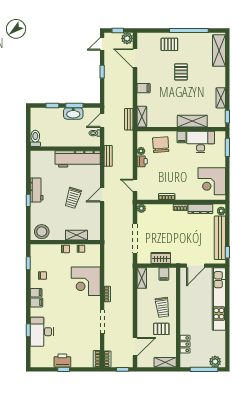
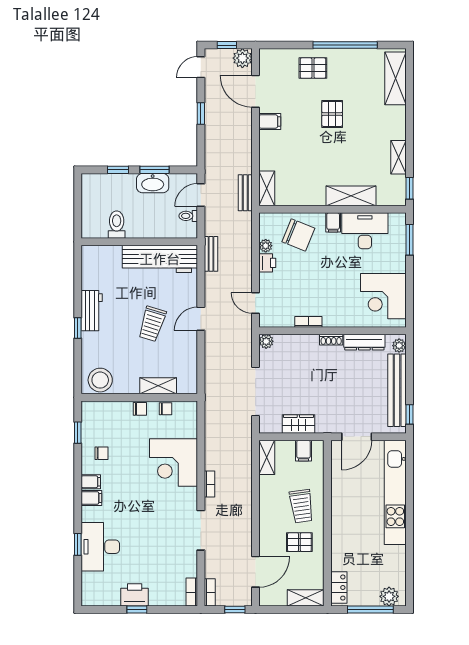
filing cabinet: (144, 88) -> (270, 121), moved
toilet: (35, 138) -> (117, 225), moved
chair: (161, 145) -> (298, 235), turned 116
locker: (185, 344) -> (339, 588), moved

